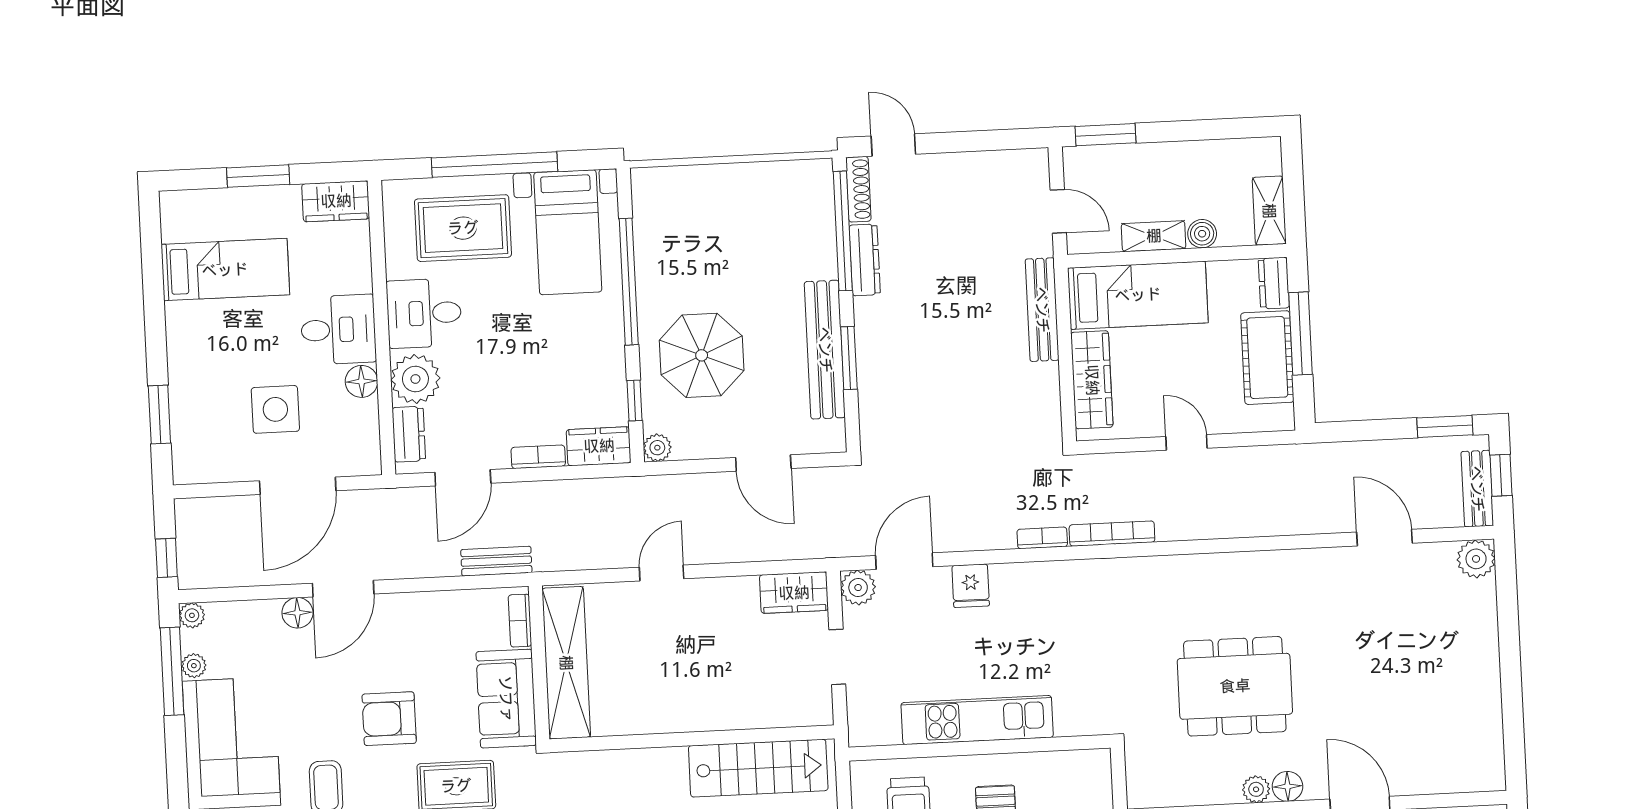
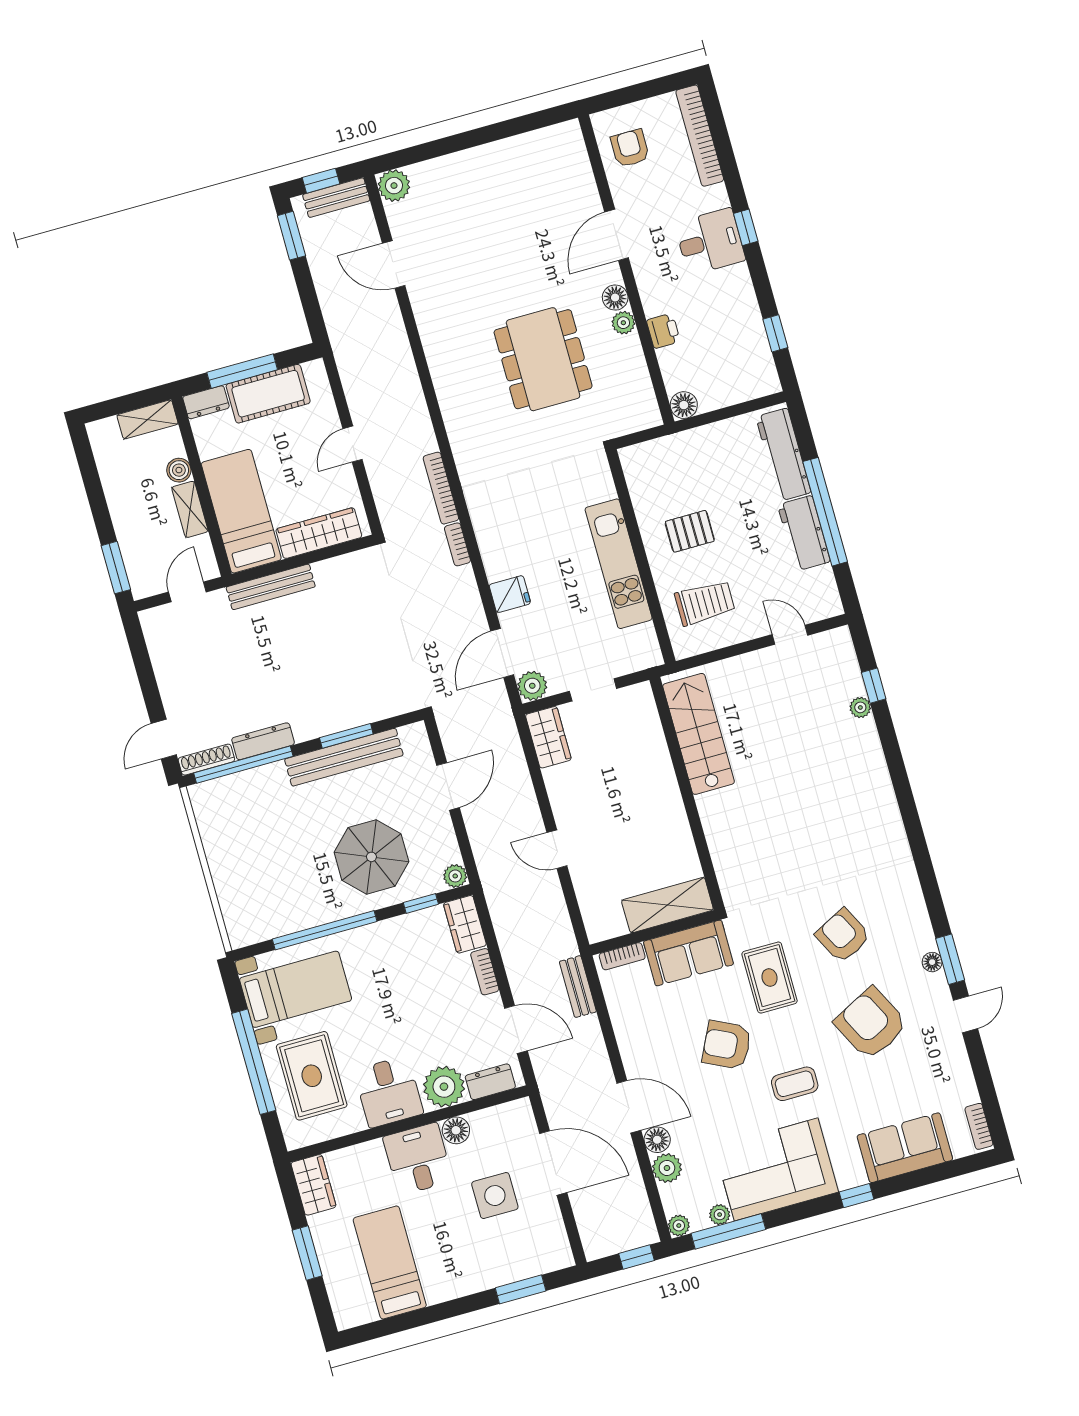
door: (1385, 538) -> (394, 264), hinge flipped
door: (904, 561) -> (502, 653), hinge flipped
plant: (262, 617) -> (667, 1168), added
shelving: (566, 663) -> (667, 905), width x0.68
armchair: (389, 719) -> (727, 1045), turned 116

